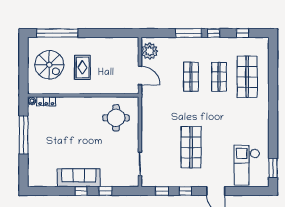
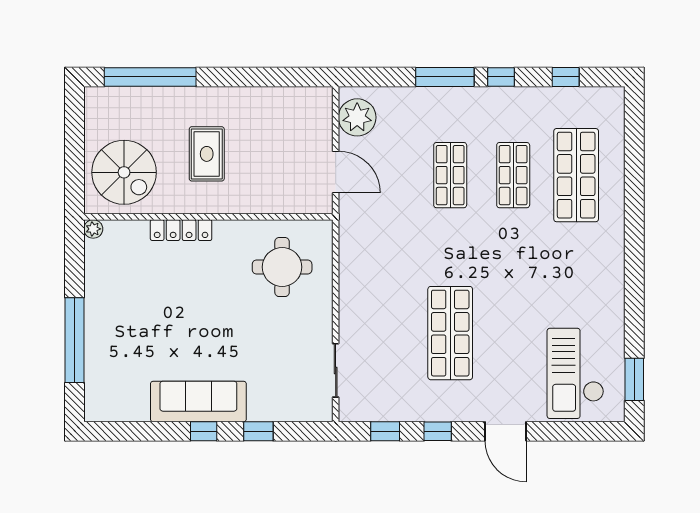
spiral stairs: (49, 65) -> (124, 172), moved
locker: (46, 101) -> (181, 230), moved, width x1.53
window: (23, 135) -> (74, 340), moved

